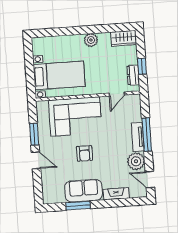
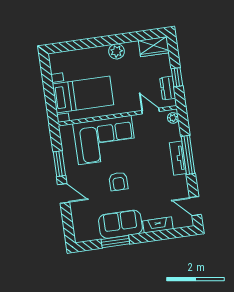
door: (117, 94) -> (151, 111), swing flipped
plant: (136, 161) -> (173, 118), moved, width x0.53, depth x0.53

